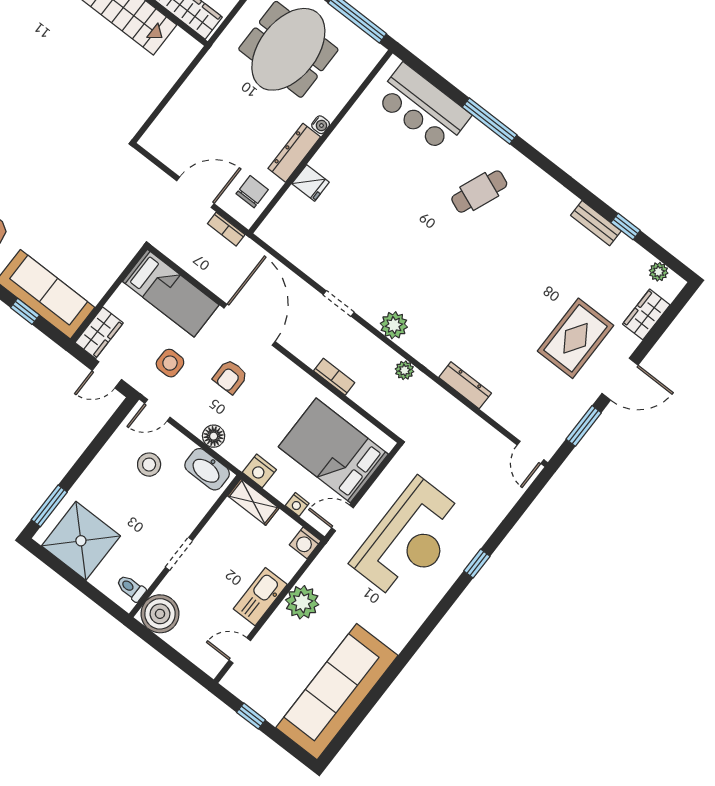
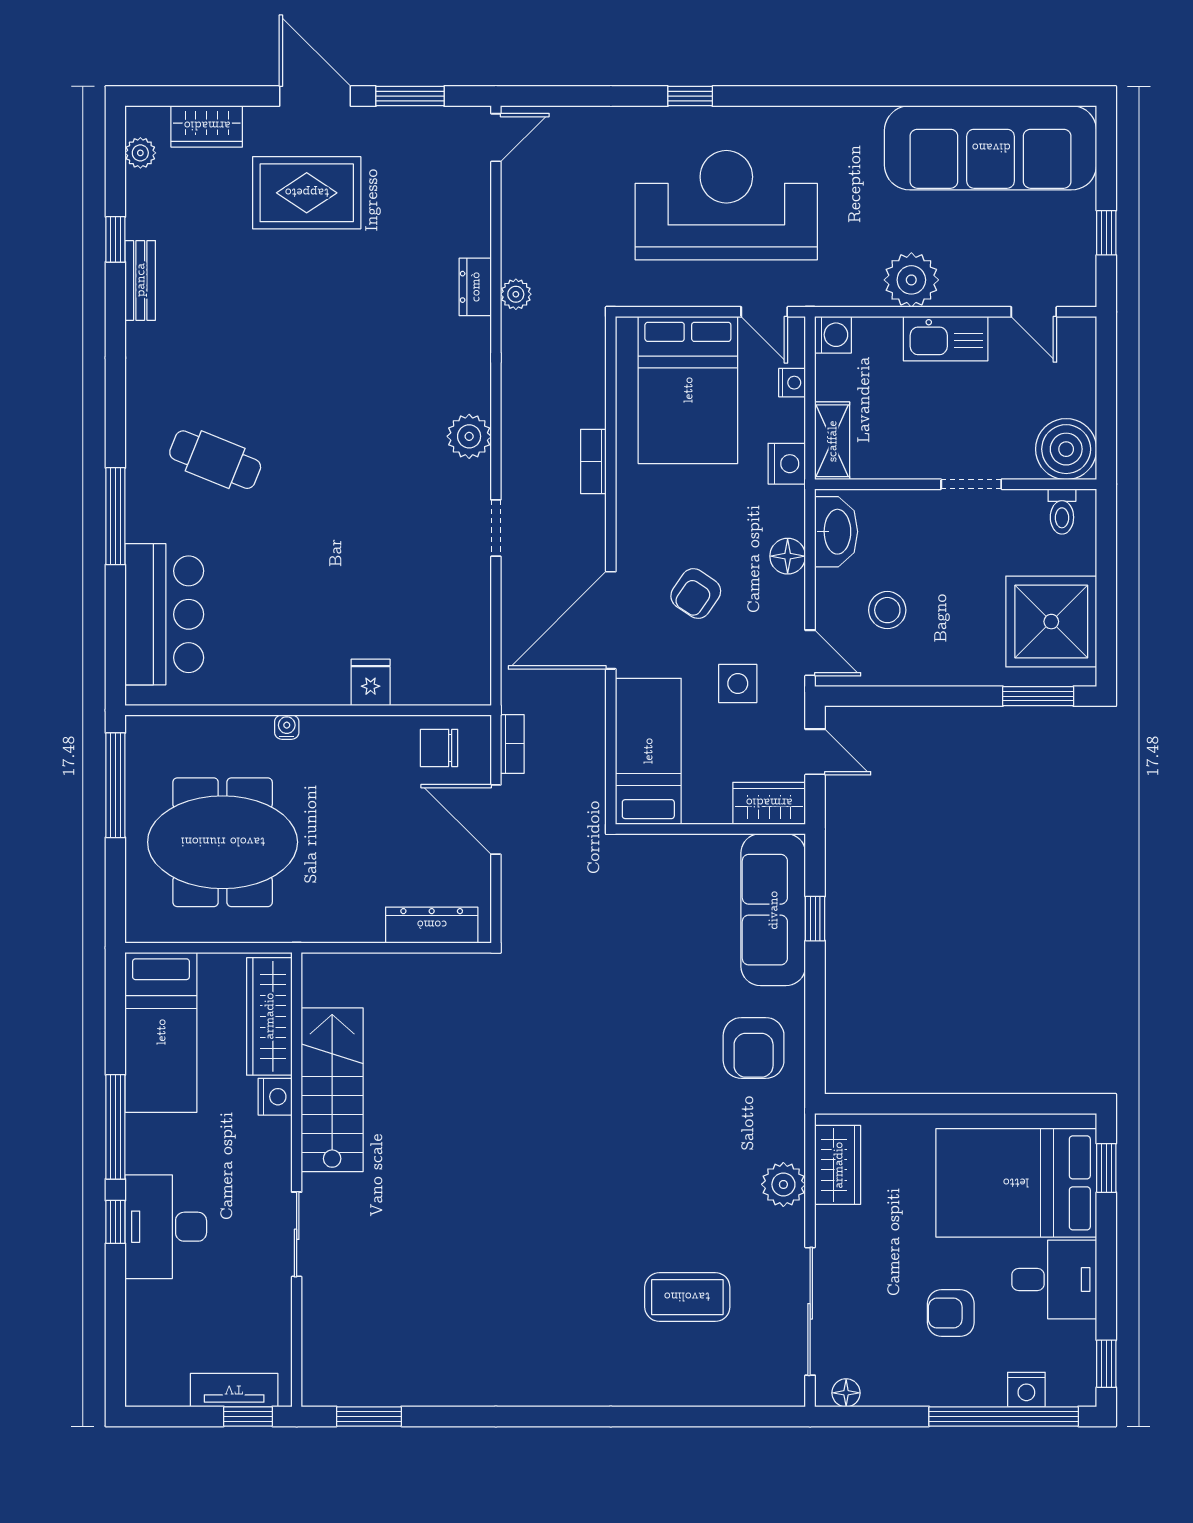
dresser: (294, 153) -> (432, 925), moved, turned 180
plant: (405, 370) -> (516, 294), moved
armchair: (230, 377) -> (696, 594), turned 124
dresser: (465, 385) -> (475, 287), width x0.70

